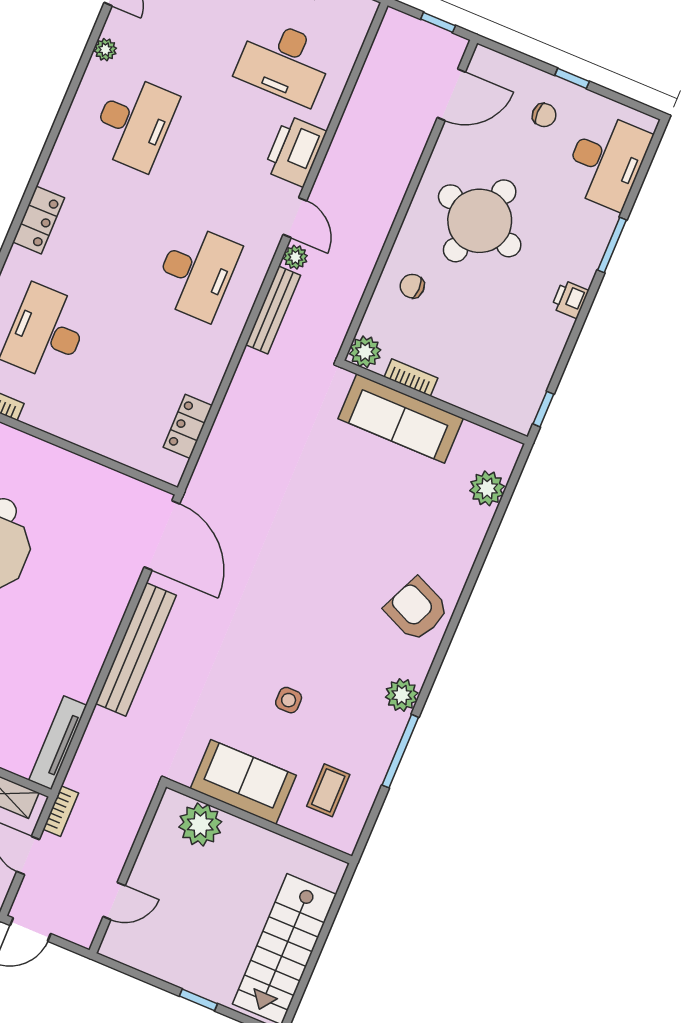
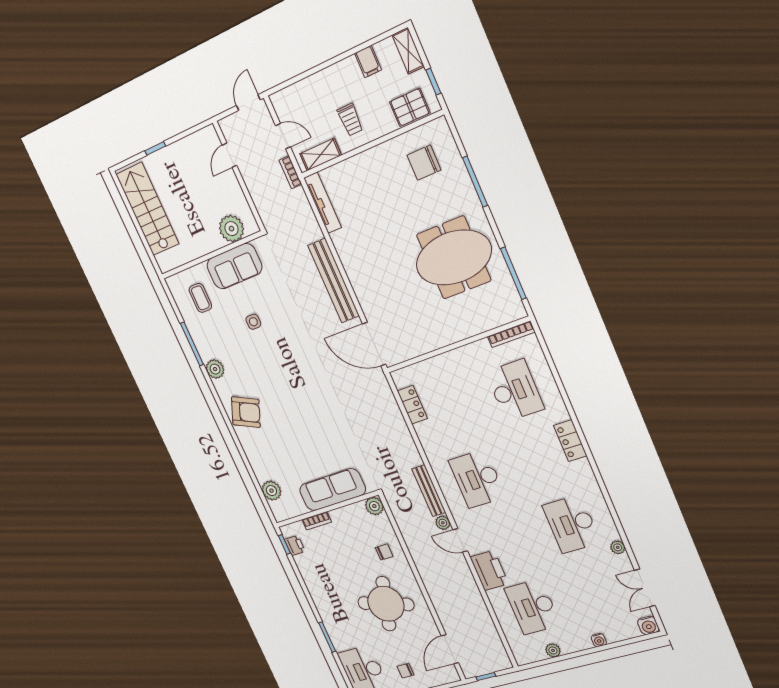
desk: (284, 62) -> (533, 607), turned -90
printer: (570, 299) -> (295, 545), moved
bookcase: (411, 377) -> (317, 521), moved

